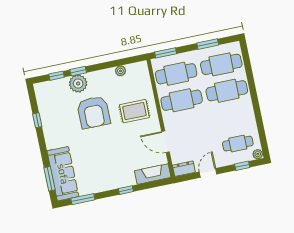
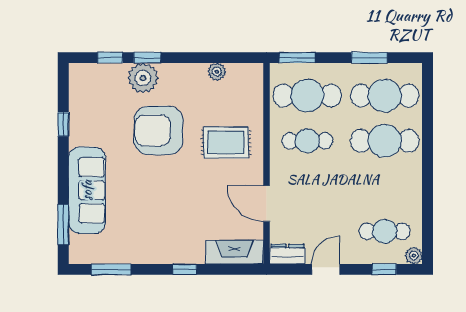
cafe table: (182, 100) -> (307, 141), width x0.73, depth x0.74
armchair: (94, 112) -> (158, 130), turned 90
sofa: (63, 174) -> (87, 190), moved

